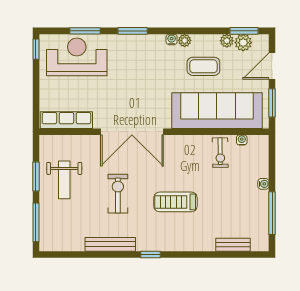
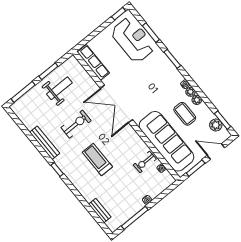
plant: (227, 41) -> (197, 100), moved
weight bench: (64, 180) -> (59, 88), turned 180

